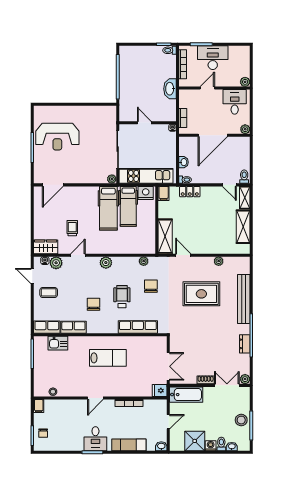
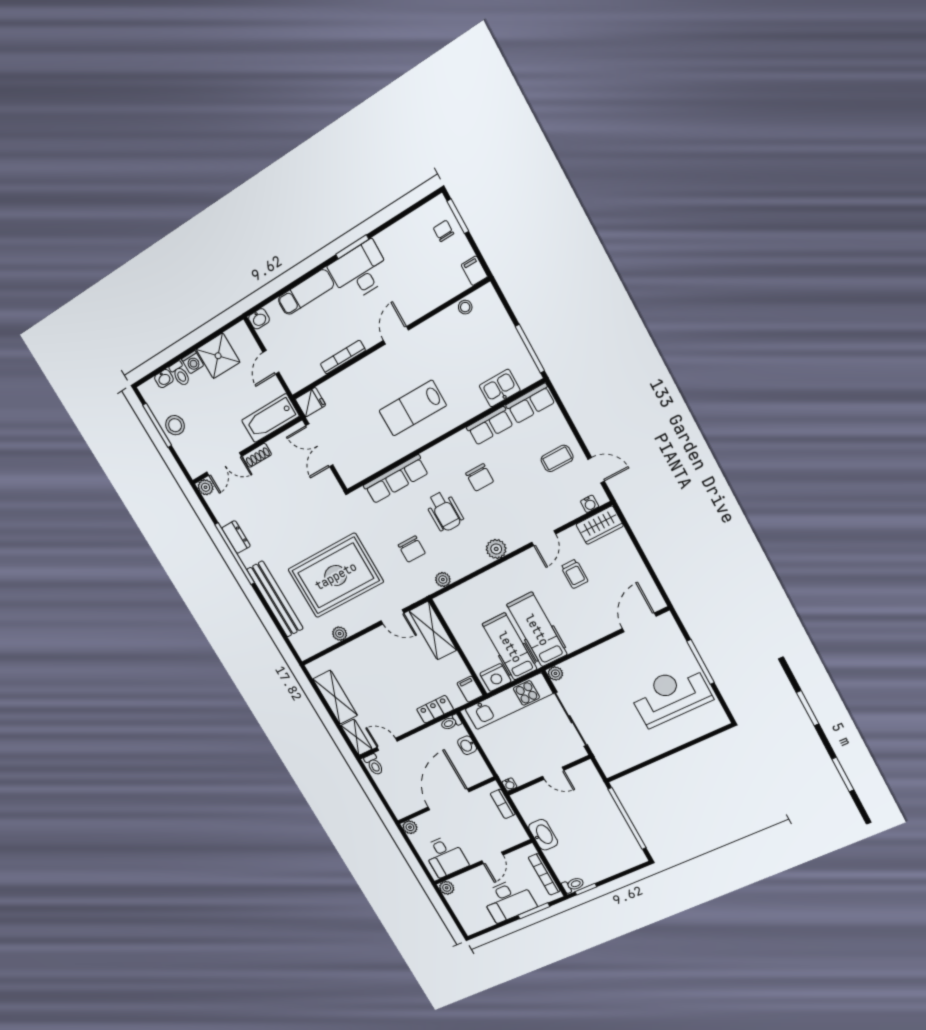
plant: (56, 263) -> (570, 510), removed
rug: (201, 294) -> (336, 576), width x1.37, depth x1.44
desk: (95, 439) -> (360, 271), width x1.37

